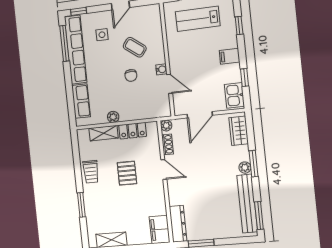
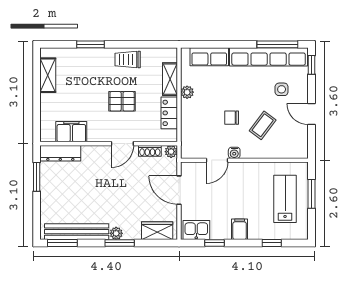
filing cabinet: (160, 230) -> (71, 132), moved

